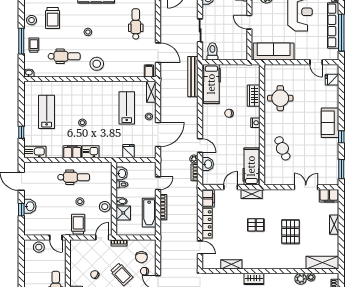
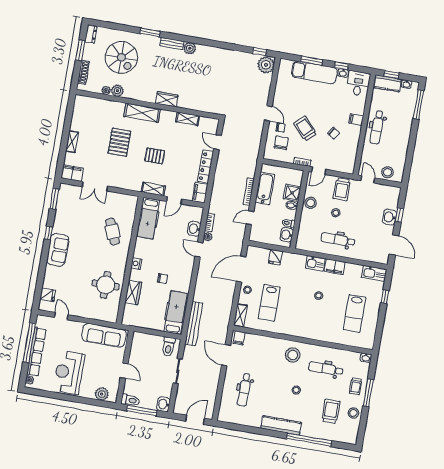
shelving: (322, 263) -> (142, 113), moved

